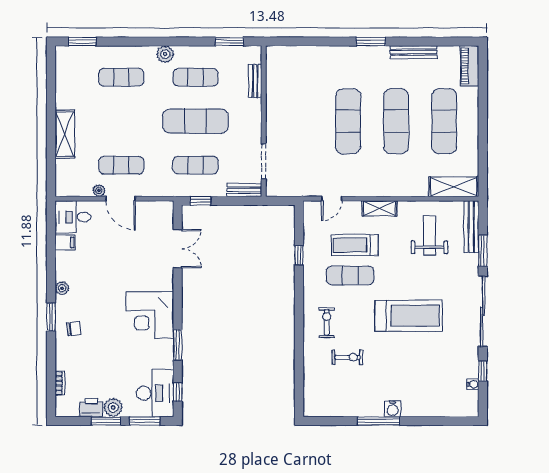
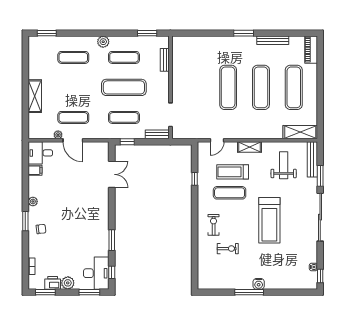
corner desk: (150, 315) -> (93, 220), removed
treadmill: (408, 316) -> (269, 220), turned 90
window: (483, 371) -> (320, 276), moved
window: (106, 421) -> (45, 292), moved

